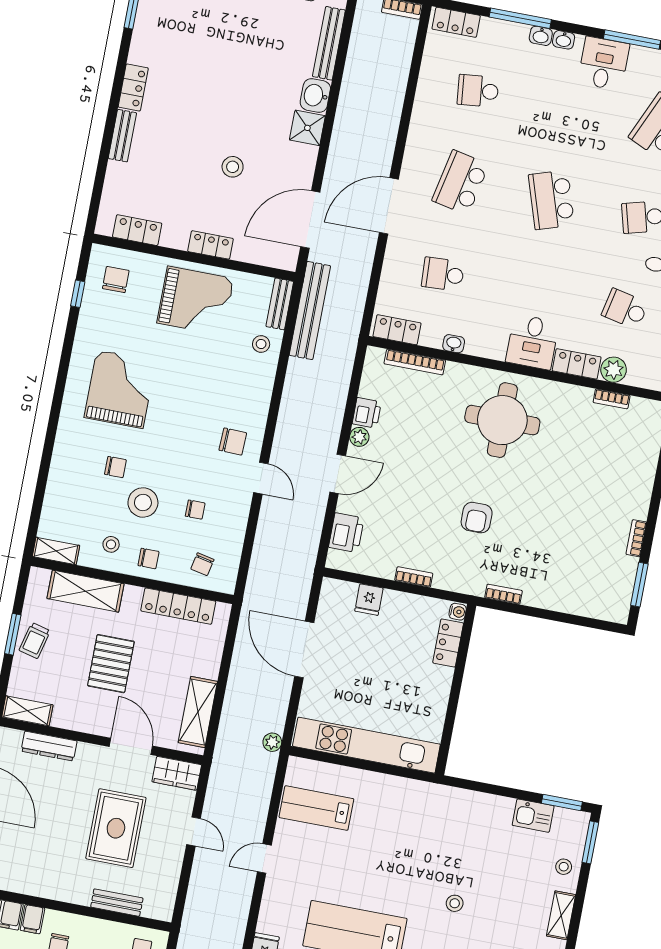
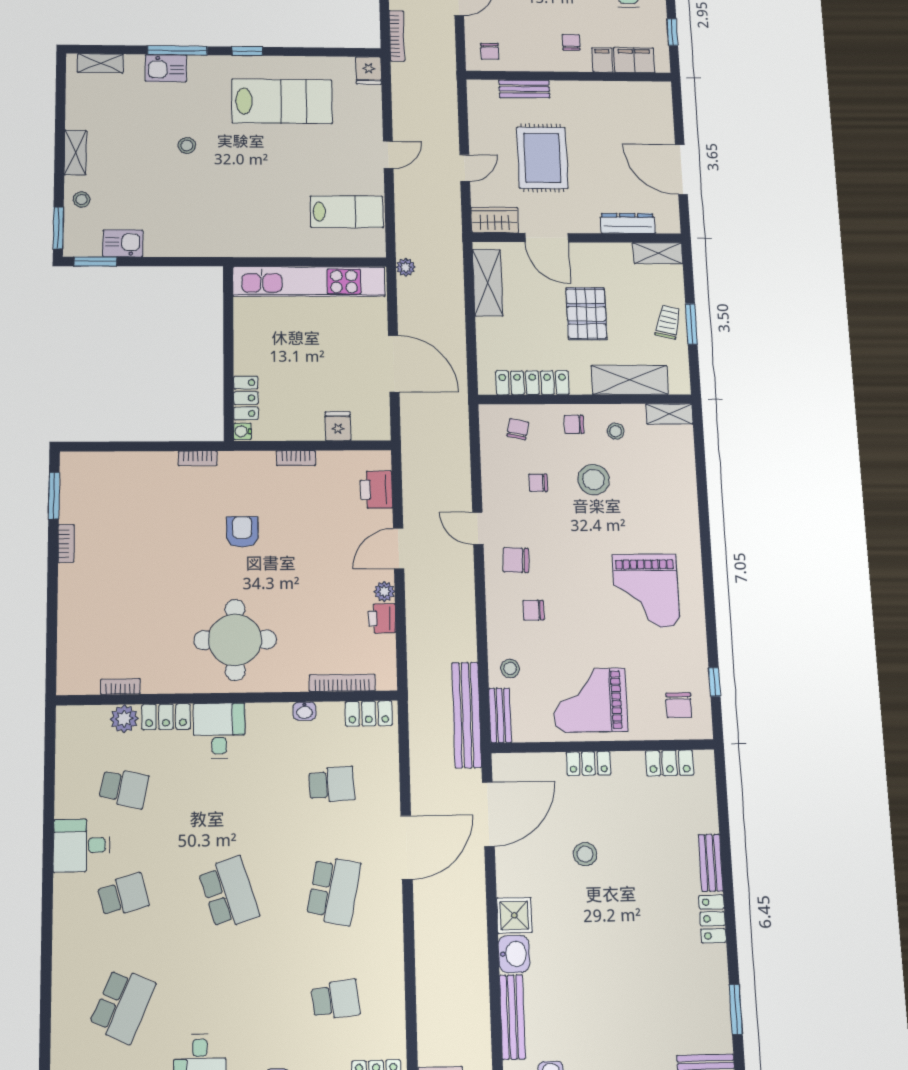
chair: (115, 467) -> (533, 610), moved
door: (194, 831) -> (465, 168), swing flipped

